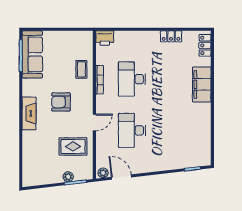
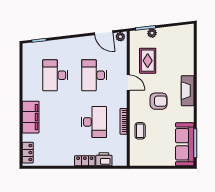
locker: (171, 36) -> (85, 161), moved
printer: (105, 38) -> (104, 159), moved
door: (94, 122) -> (128, 83), swing flipped
desk: (132, 130) -> (94, 75), turned 180
desk: (175, 130) -> (55, 75), added
rug: (73, 146) -> (148, 61), turned 90

